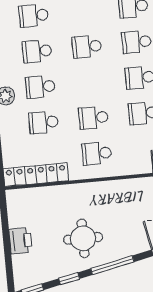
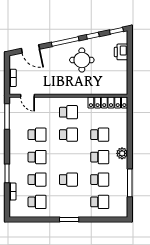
printer: (20, 241) -> (121, 52), moved

